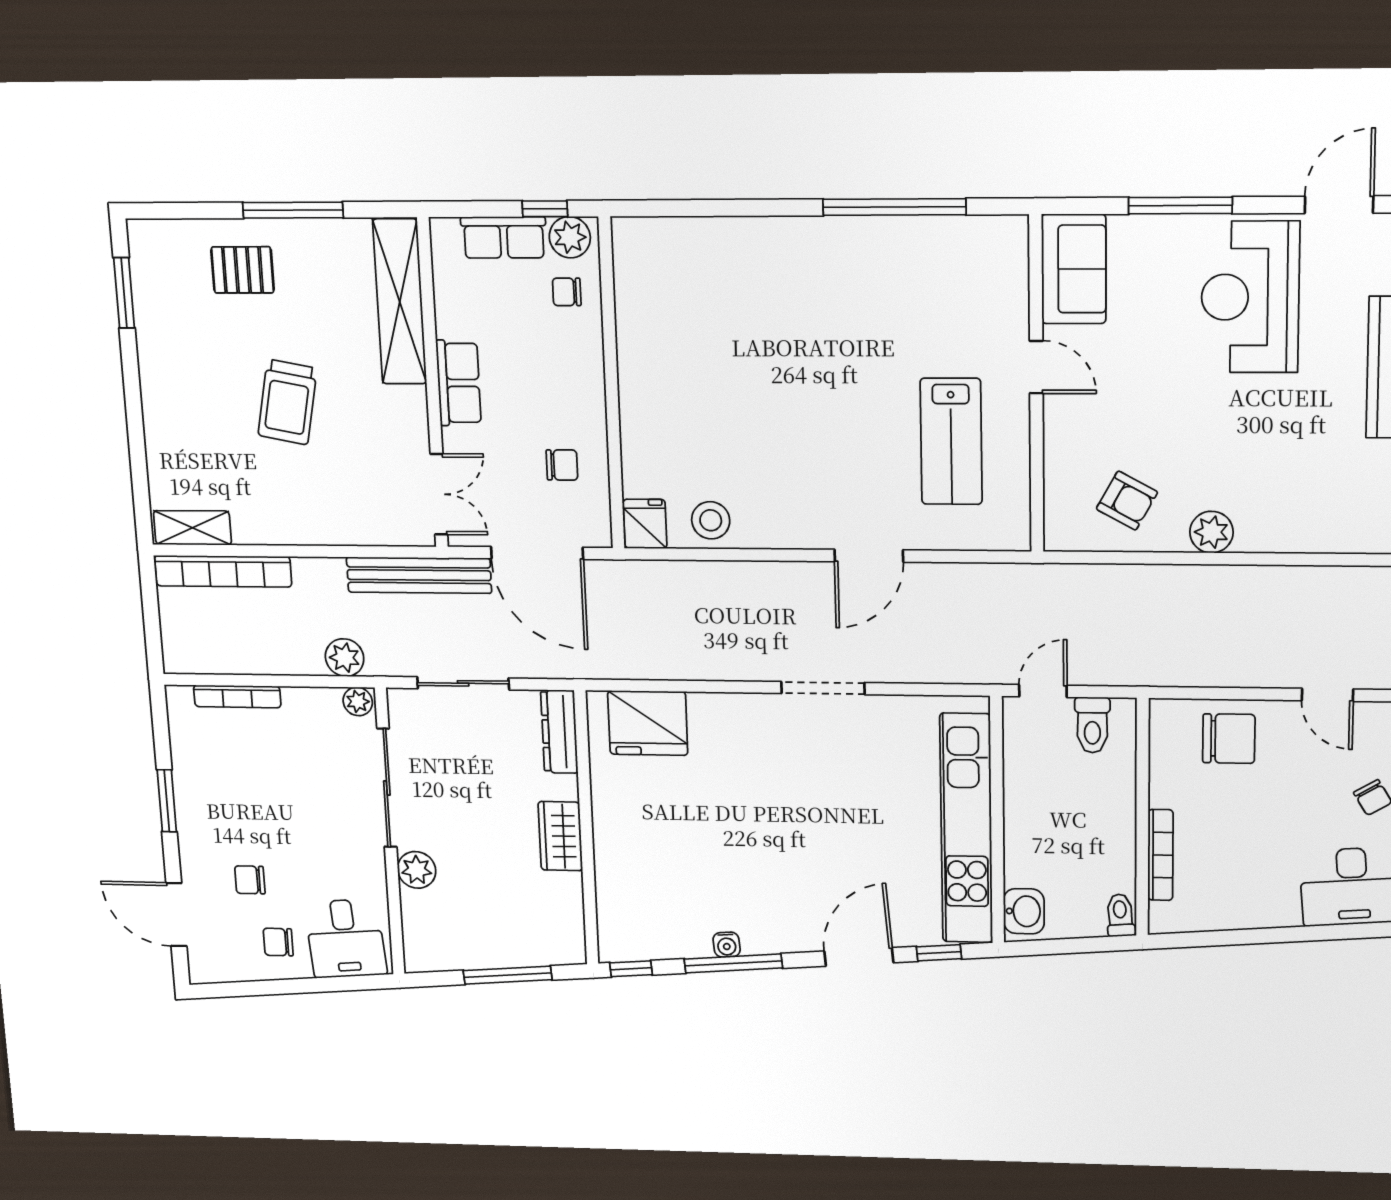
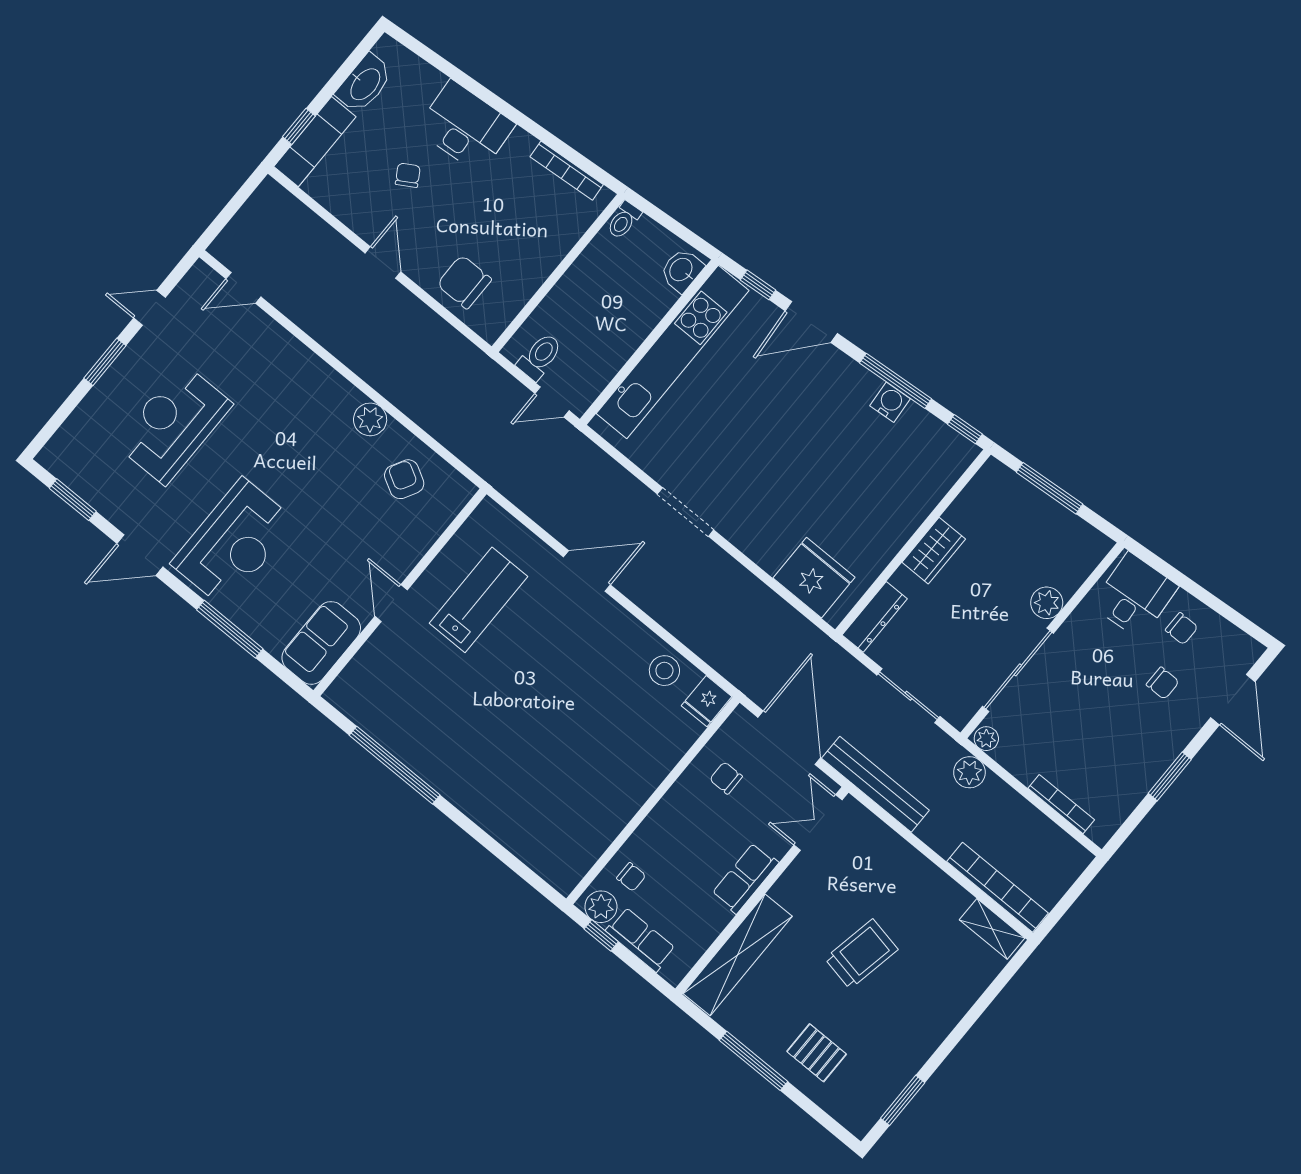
bookcase: (1160, 855) -> (567, 171), moved, turned -95
water cooler: (727, 945) -> (890, 402), width x1.38, depth x1.38

